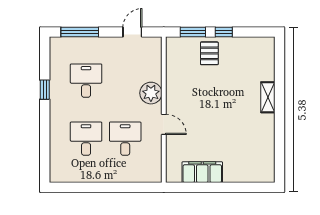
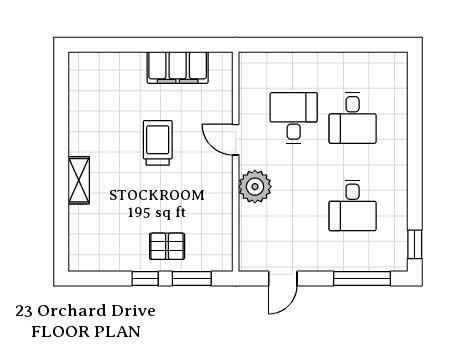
pallet: (209, 53) -> (167, 246), turned 90
window: (45, 90) -> (415, 244), moved
trolley: (215, 122) -> (158, 143), added
desk: (125, 139) -> (294, 118), turned 180

